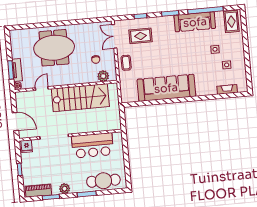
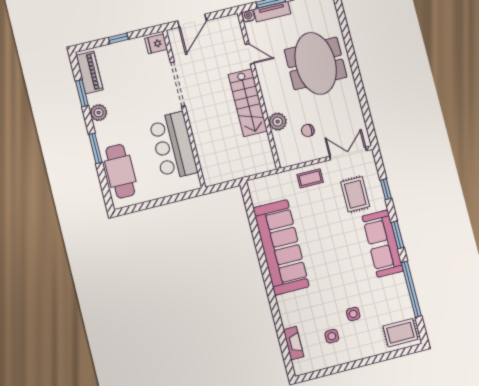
sofa: (195, 22) -> (383, 244), moved
plant: (103, 76) -> (278, 122), moved
stairs: (80, 98) -> (248, 103), width x0.73, depth x0.66

